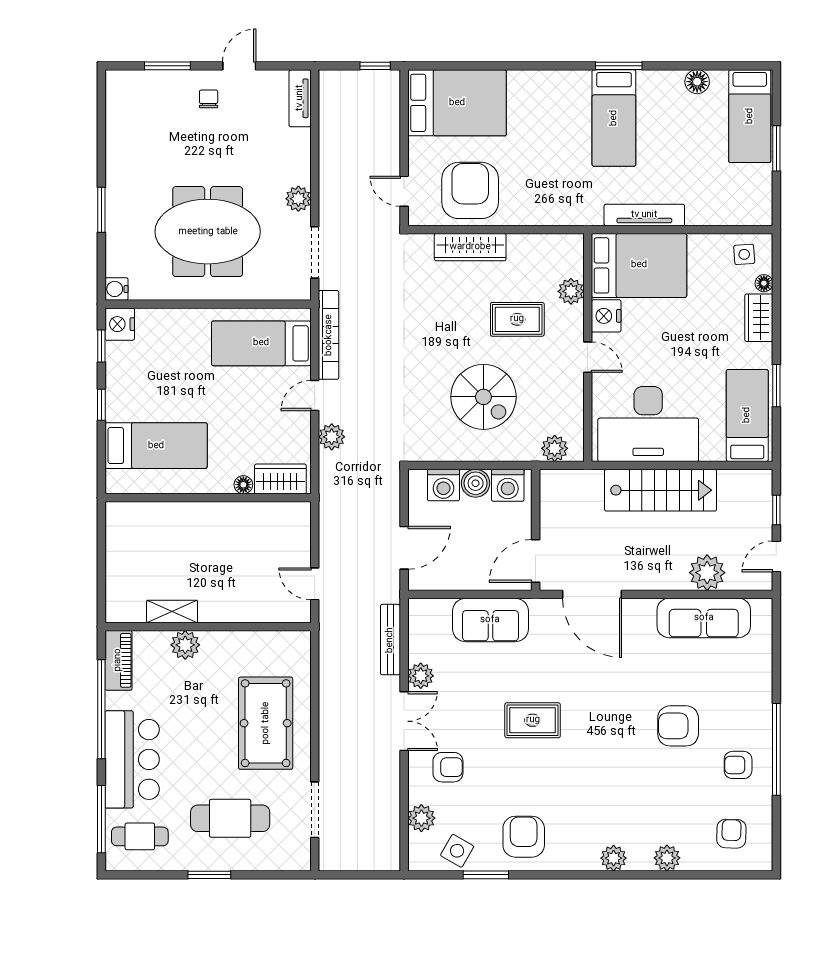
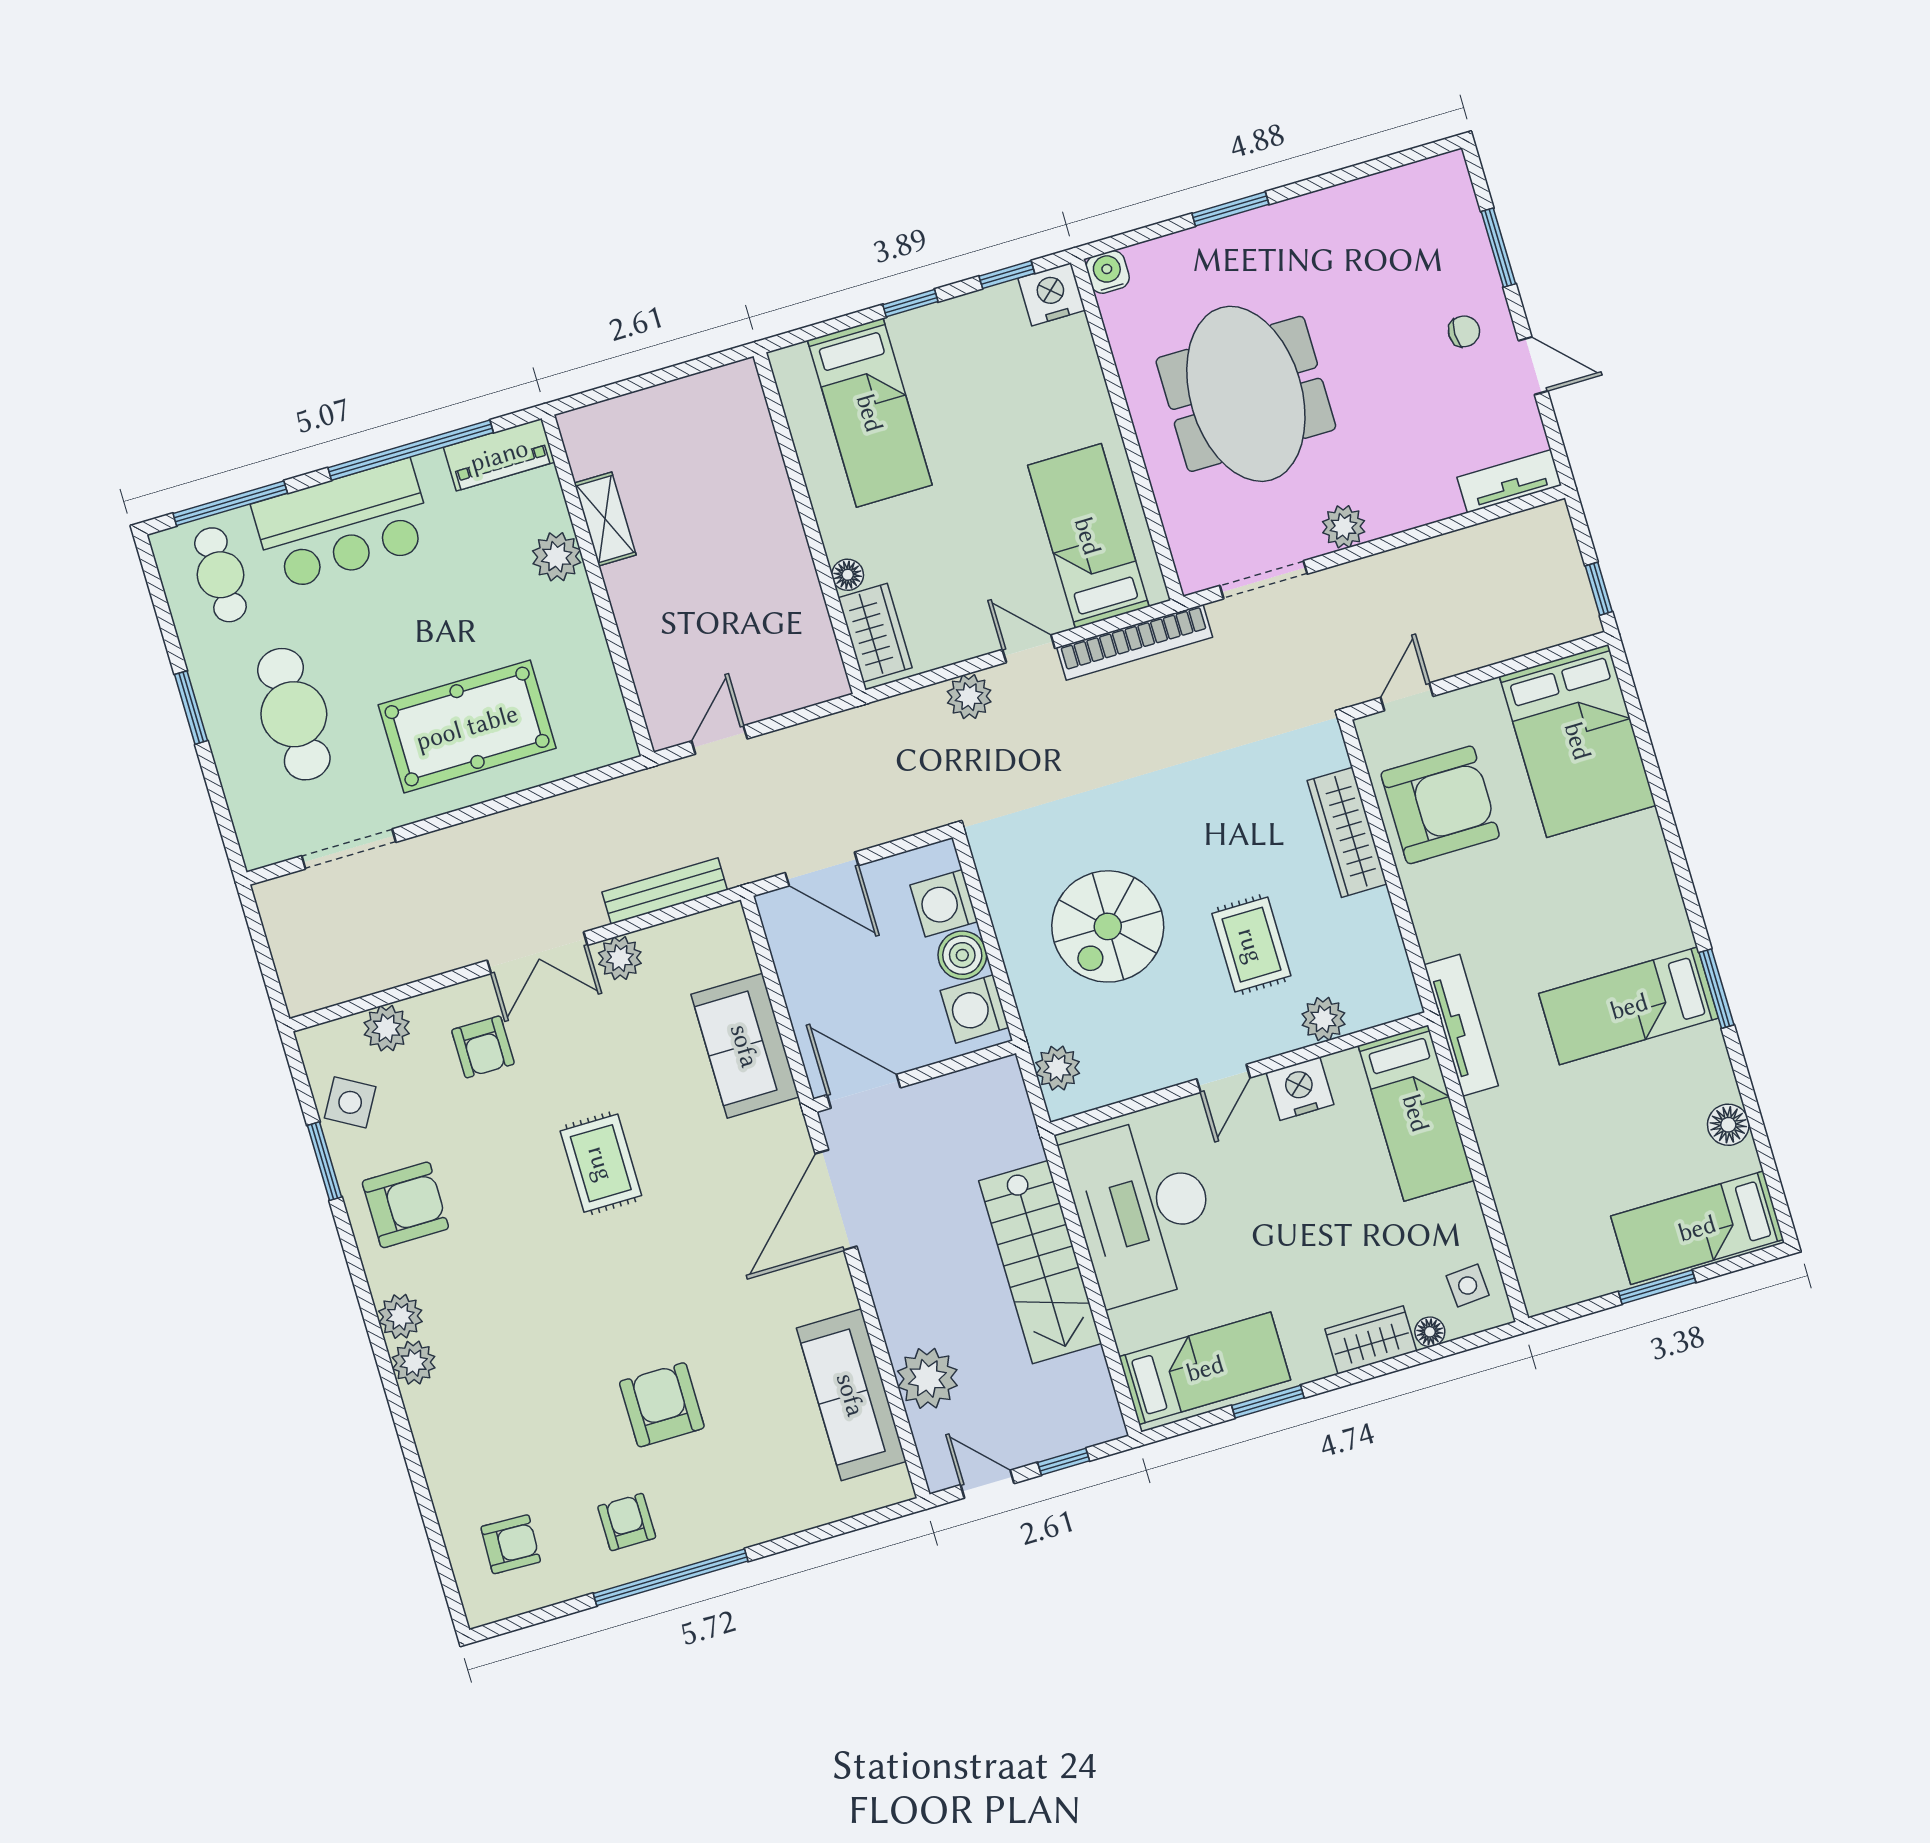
tv unit: (644, 215) -> (1461, 1025), moved
bed: (639, 265) -> (1416, 1113), width x0.67
plant: (667, 858) -> (400, 1316), moved

